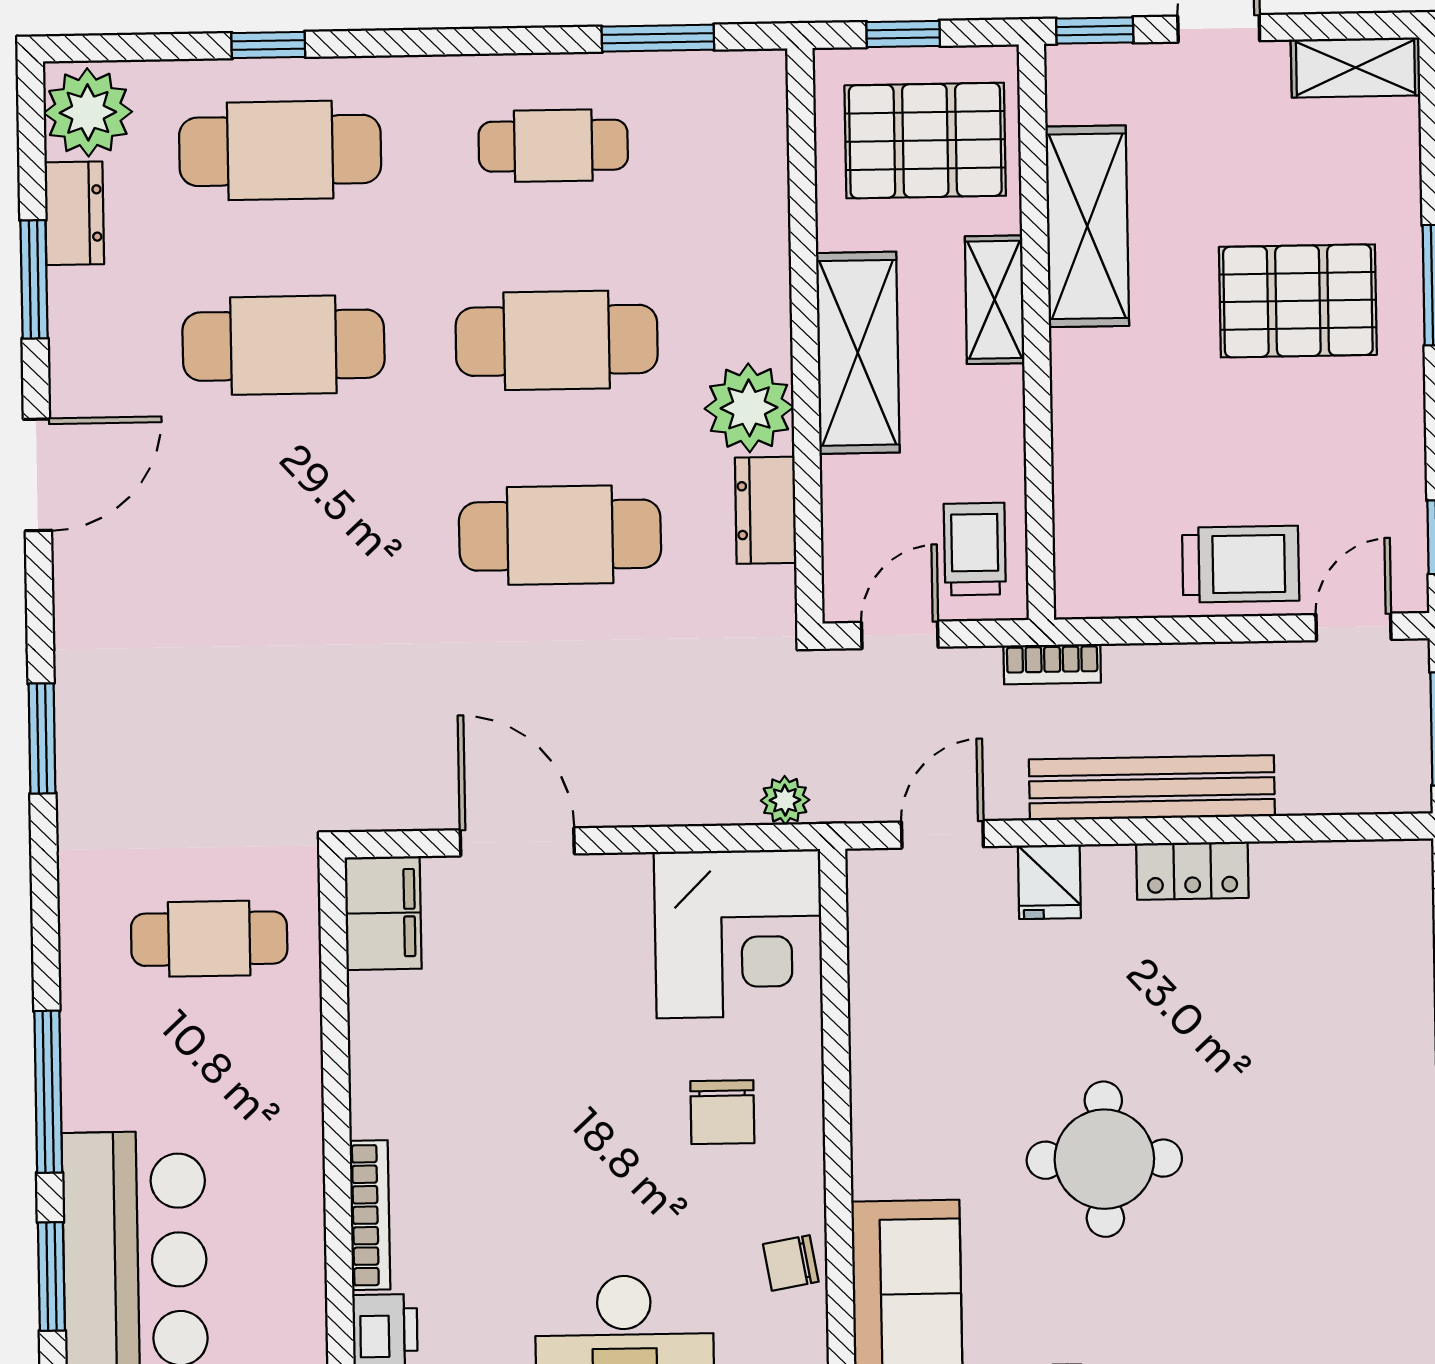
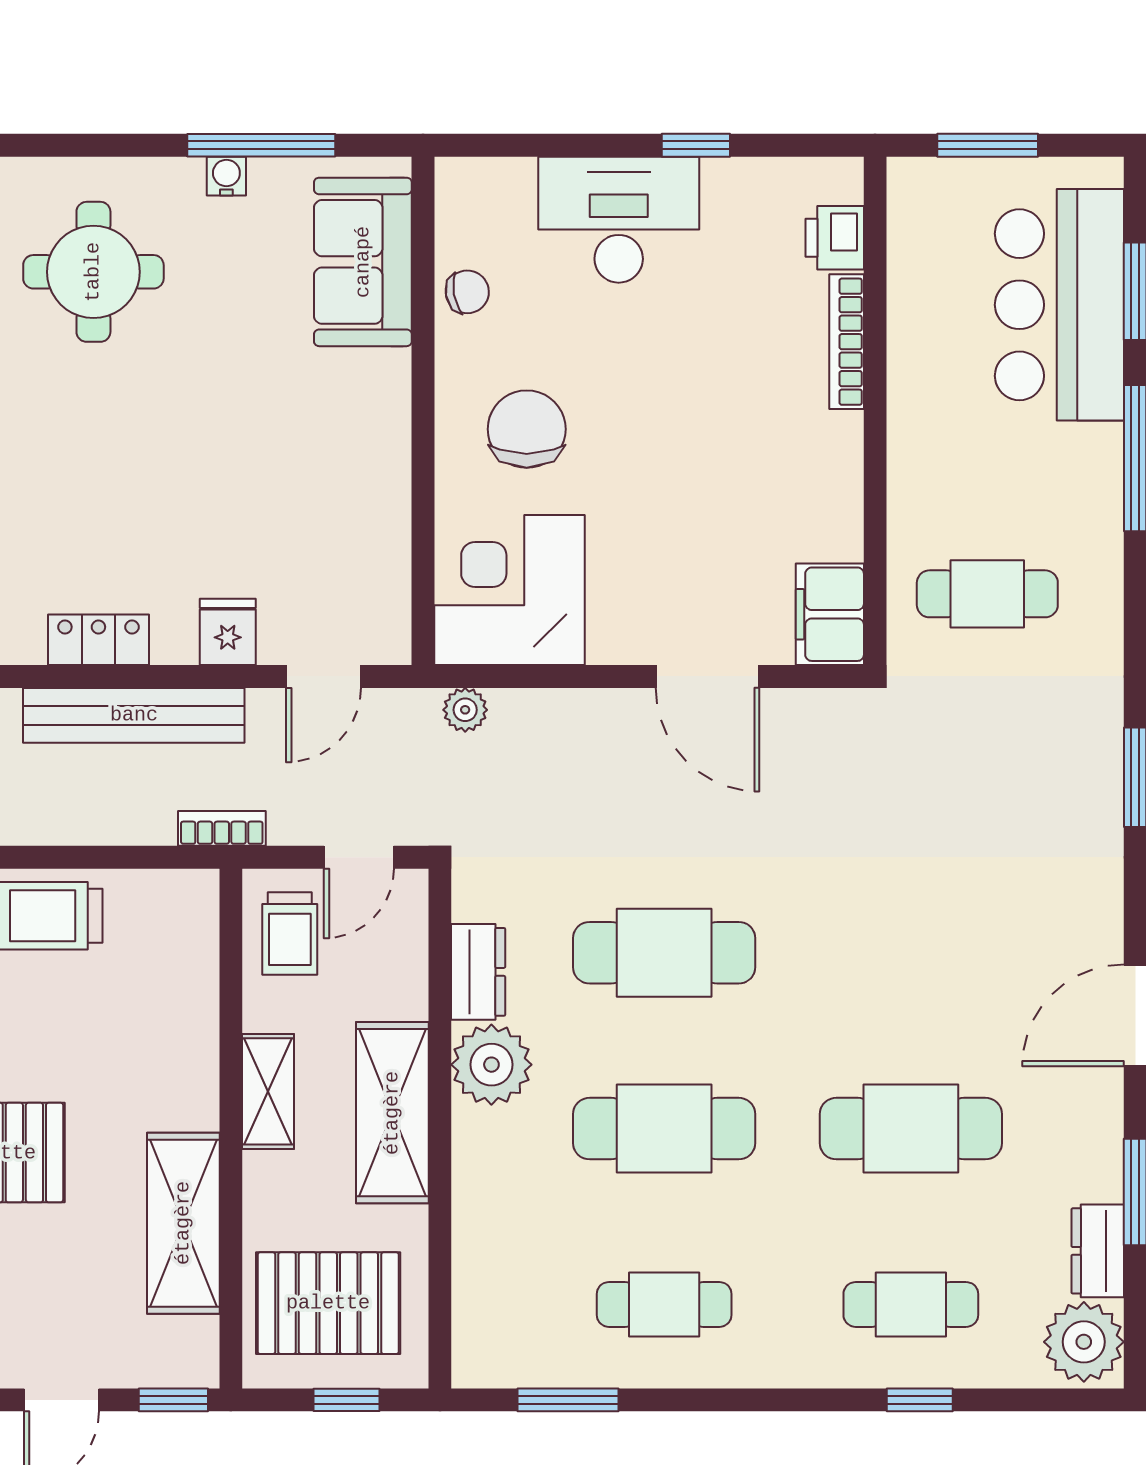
cafe table: (280, 150) -> (911, 1304), width x0.73, depth x0.74
shelving: (995, 300) -> (268, 1091), moved
chair: (722, 1112) -> (527, 429), width x1.37, depth x1.37
round table: (1104, 1159) -> (93, 272), moved

